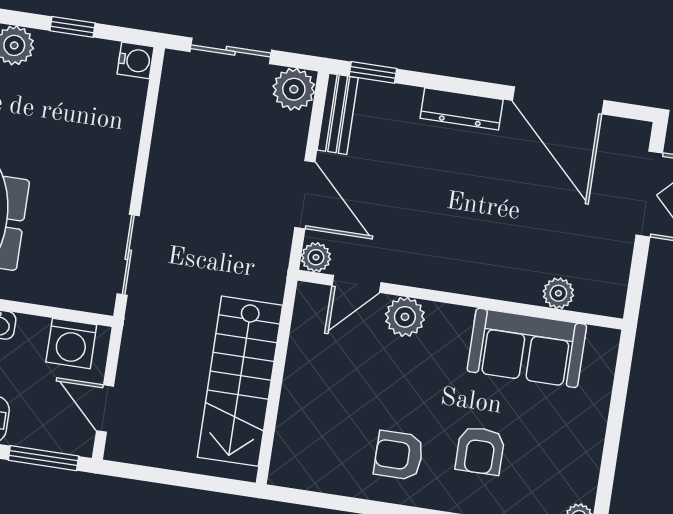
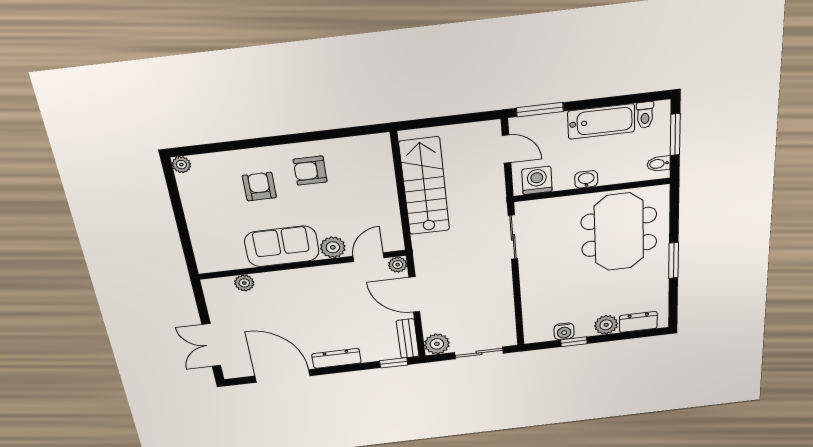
water cooler: (136, 60) -> (564, 331), moved, turned -90
sofa: (527, 348) -> (282, 246), moved
armchair: (399, 455) -> (310, 171), turned 180

